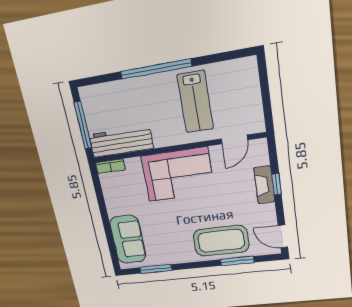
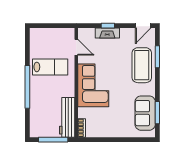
sofa: (128, 240) -> (145, 113), moved, turned -90

